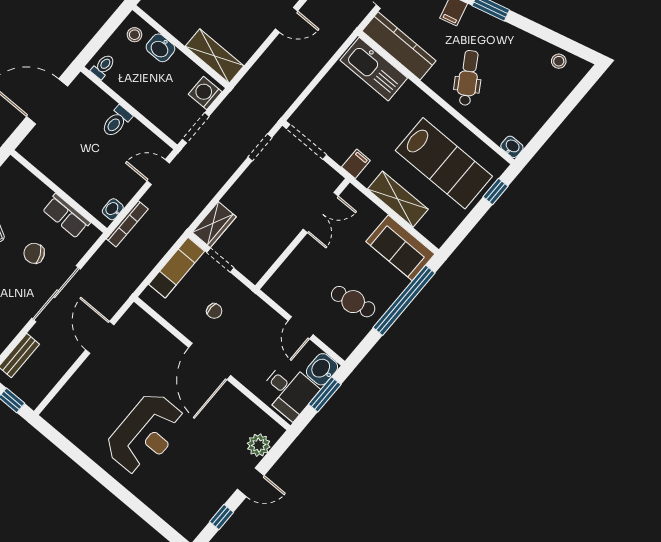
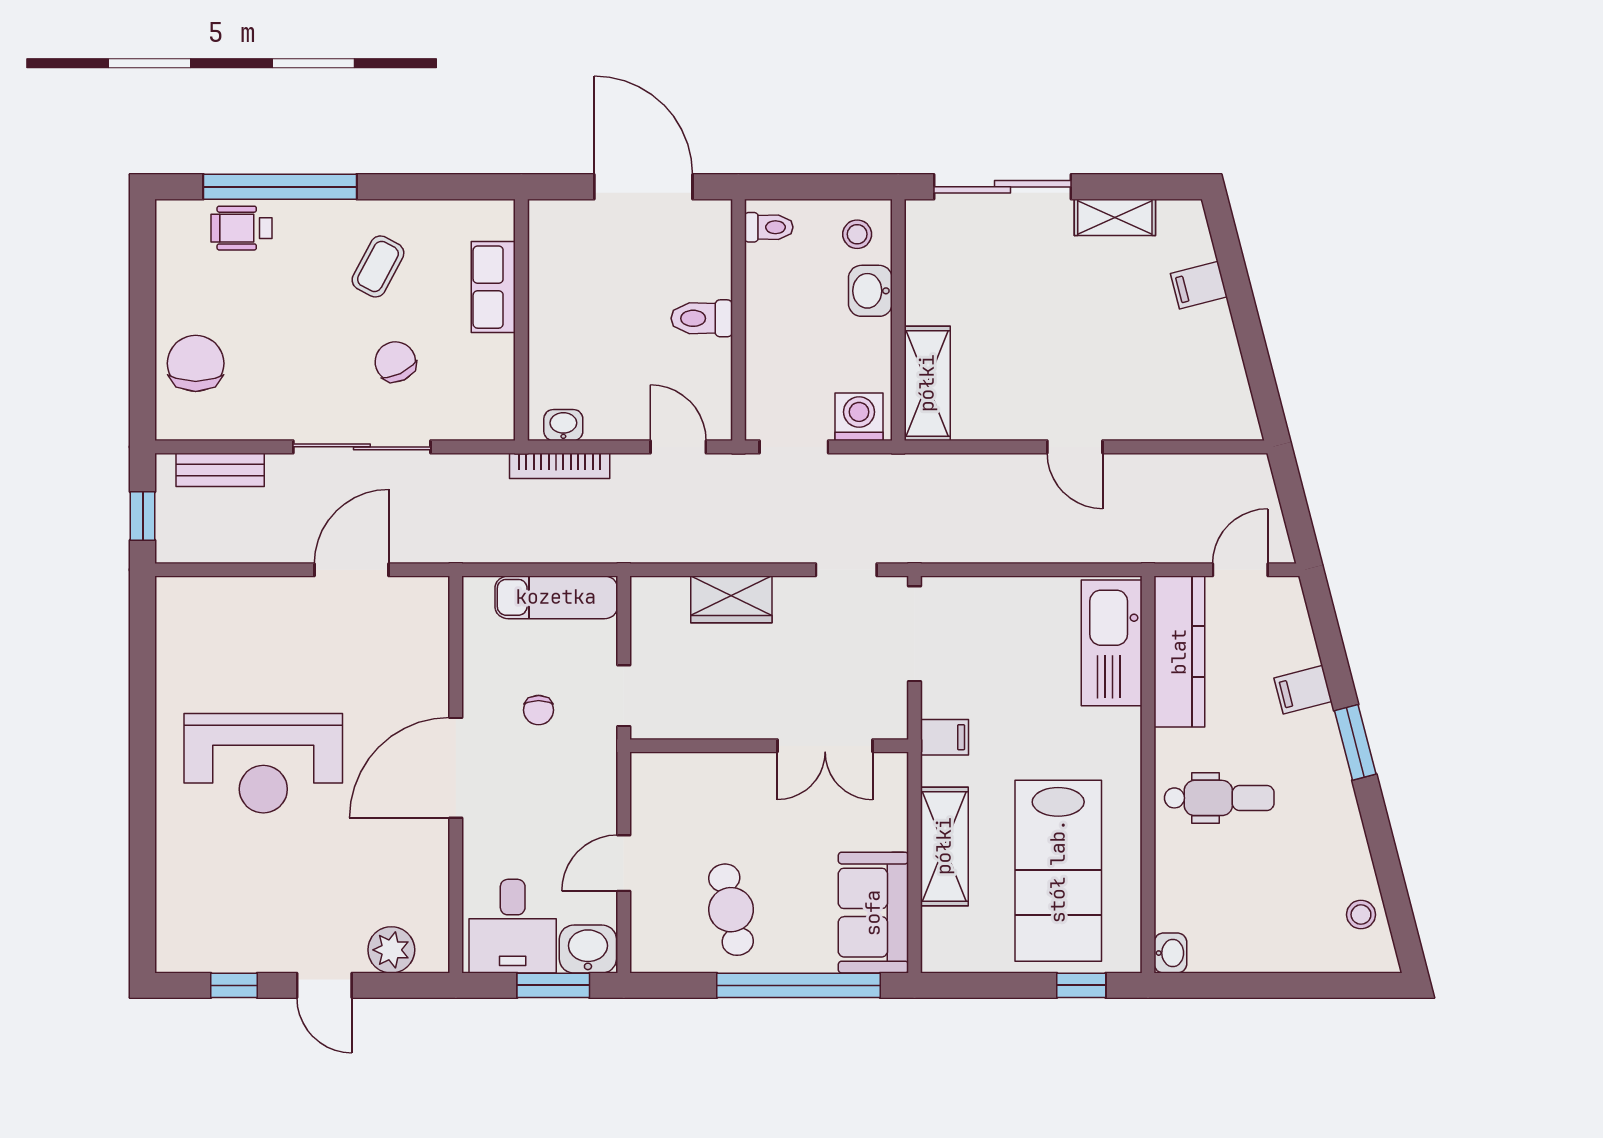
dental chair: (468, 78) -> (1219, 798), turned 32
row of seats: (66, 216) -> (493, 287), moved
wardrobe: (214, 225) -> (731, 599), moved
doorway: (220, 260) -> (624, 696), moved

